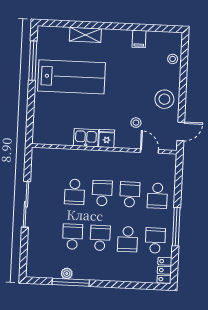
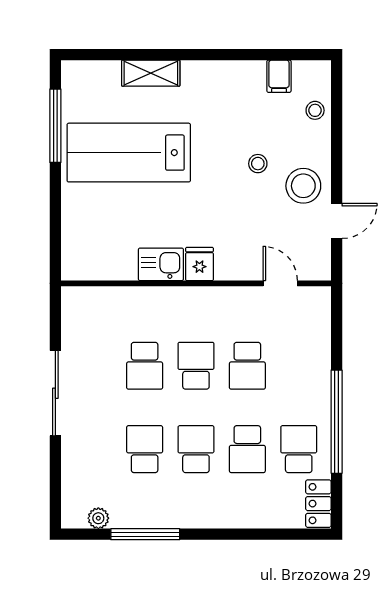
filing cabinet: (139, 39) -> (279, 76), moved
lab bench: (71, 77) -> (129, 153), turned 180
stool: (136, 123) -> (258, 164), moved
door: (181, 131) -> (337, 221), moved
school desk: (130, 194) -> (247, 366), turned 180
school desk: (157, 196) -> (299, 366), removed
window: (176, 227) -> (337, 422), width x1.46
plant: (67, 274) -> (98, 518), moved

